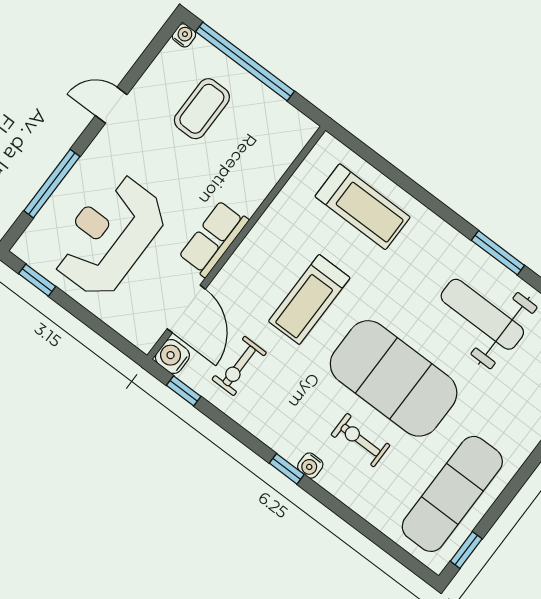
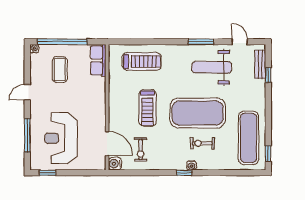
row of seats: (214, 239) -> (98, 60), moved
window: (184, 391) -> (128, 173), removed

